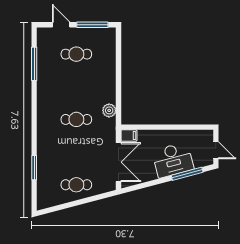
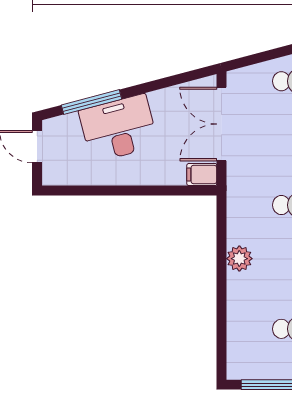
plant: (109, 110) -> (239, 259), moved

